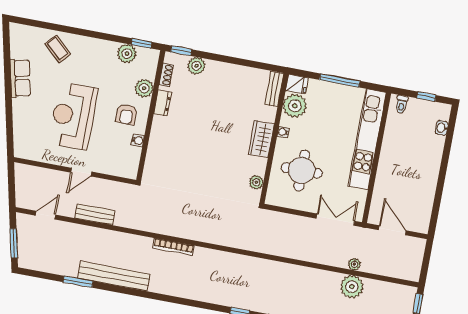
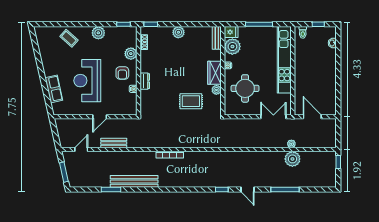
plant: (127, 54) -> (98, 33), moved
plant: (196, 66) -> (178, 32), moved
row of seats: (20, 78) -> (54, 89), moved
dresser: (163, 103) -> (145, 81), moved
rug: (219, 174) -> (191, 101), added
plant: (256, 182) -> (216, 90), moved

